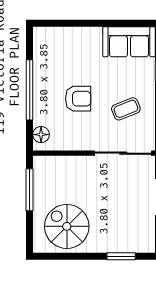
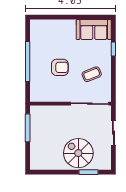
floor lamp: (41, 135) -> (35, 91), removed
spiral stairs: (67, 226) -> (78, 153), moved

